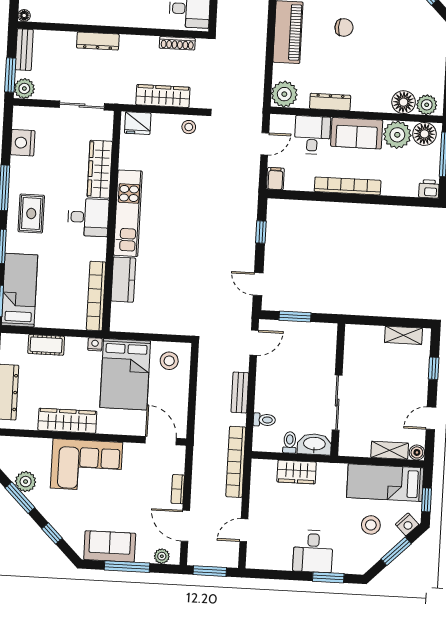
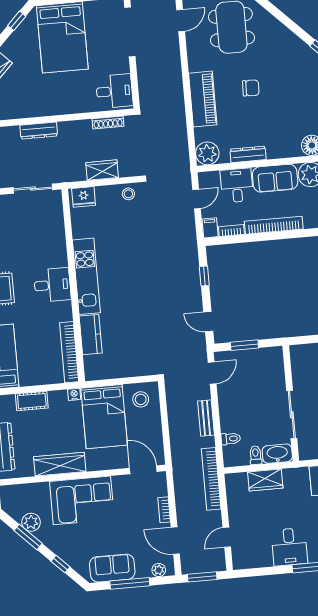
wardrobe: (163, 96) -> (102, 170), width x0.67
wardrobe: (100, 169) -> (56, 242), removed
bookcase: (299, 185) -> (231, 231), added

